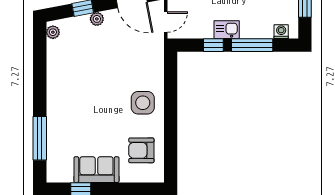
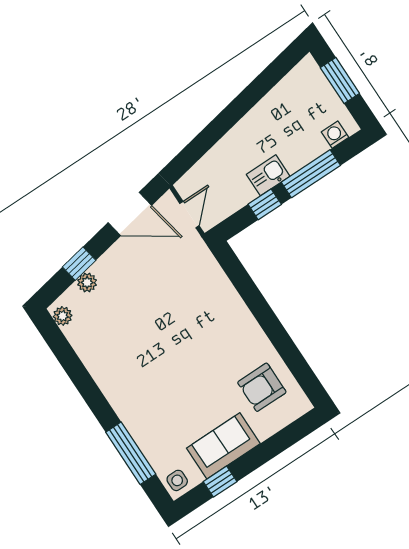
plant: (97, 19) -> (87, 283), moved
side table: (143, 103) -> (177, 480), moved, width x0.54, depth x0.54

